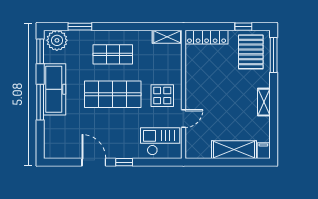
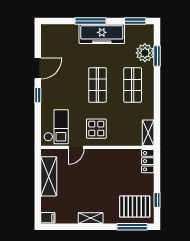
locker: (207, 37) -> (148, 161), width x0.66
plant: (57, 40) -> (145, 53), moved
shop shelf: (113, 94) -> (97, 85), width x0.70, depth x0.74
door: (184, 118) -> (76, 147), hinge flipped
shelving: (234, 150) -> (49, 176), moved

